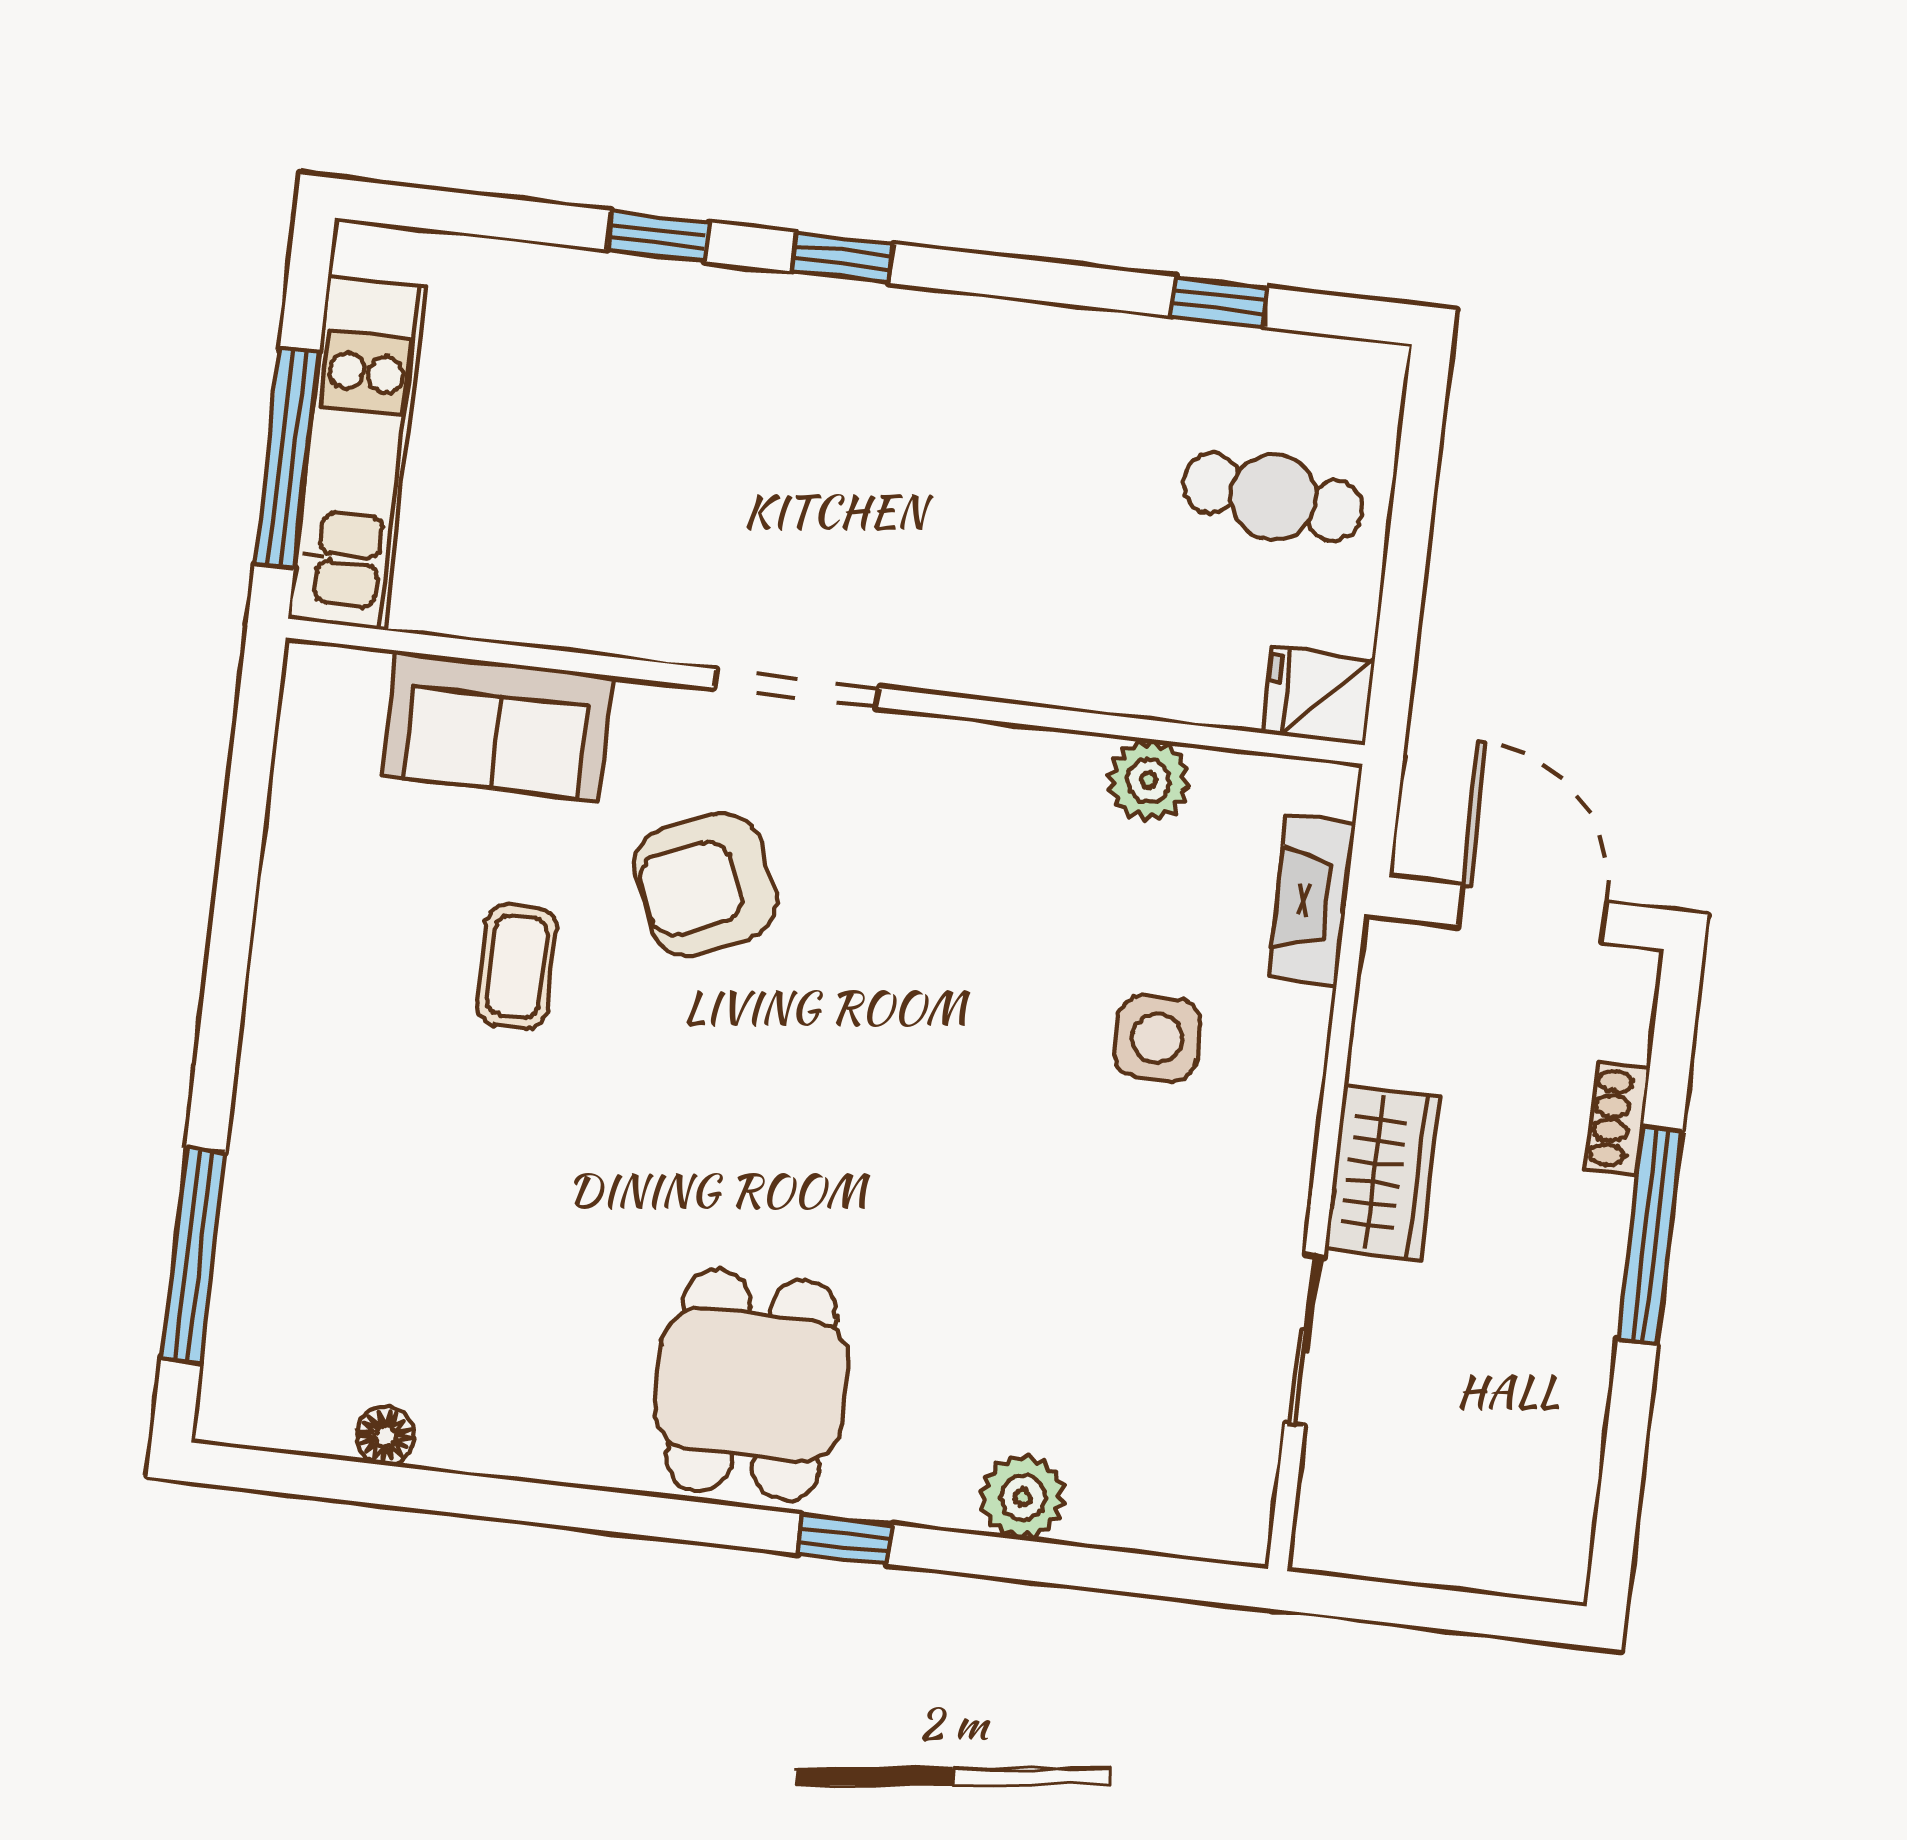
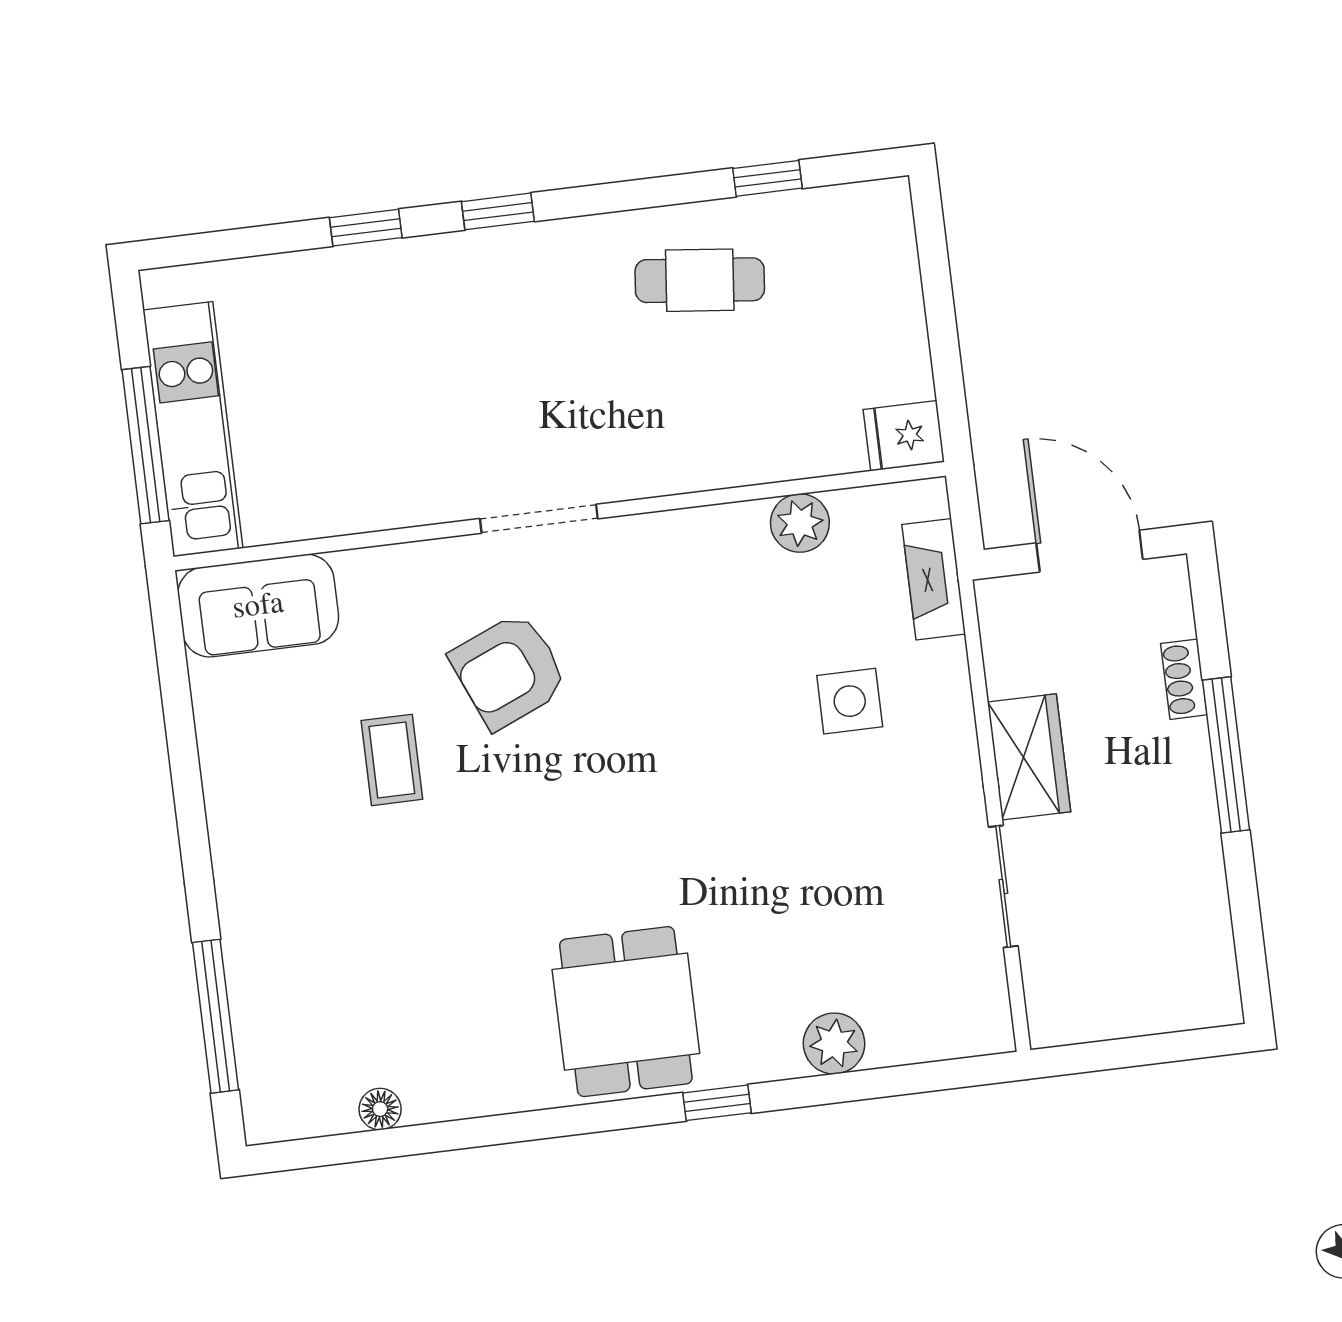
cafe table: (1273, 497) -> (700, 280), moved
sofa: (497, 726) -> (258, 606), moved

